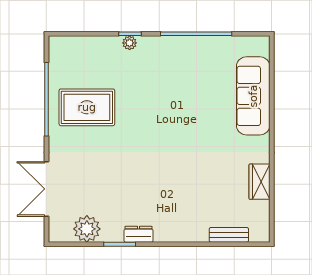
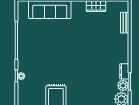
plant: (112, 232) -> (123, 85), added

